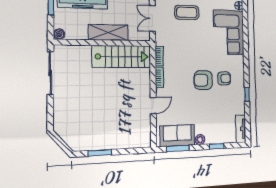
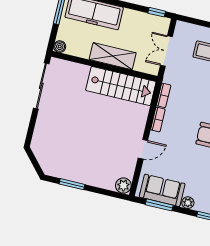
plant: (144, 141) -> (123, 186), added

